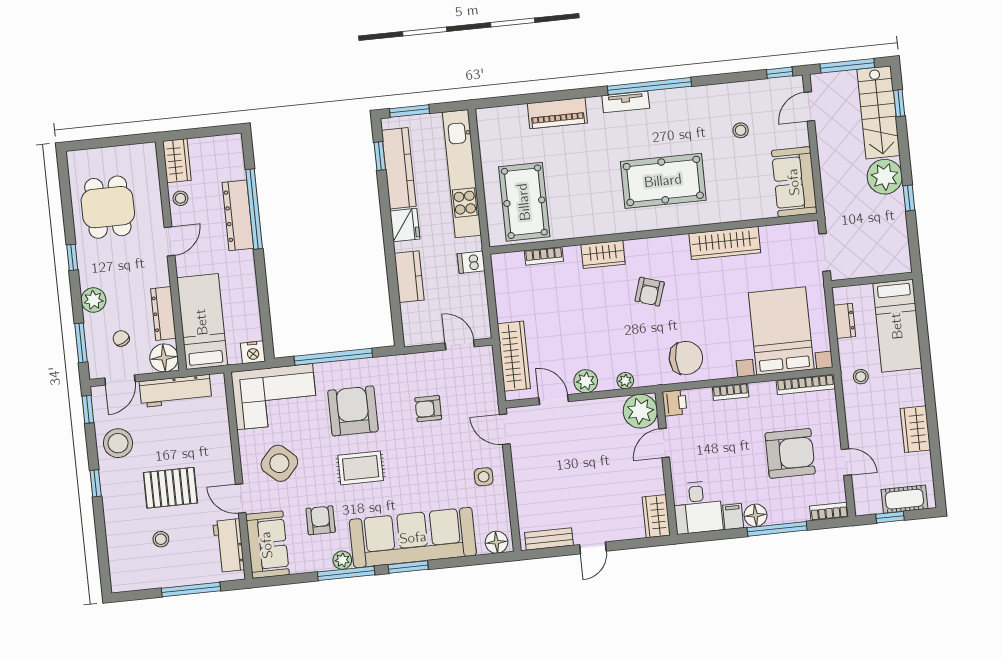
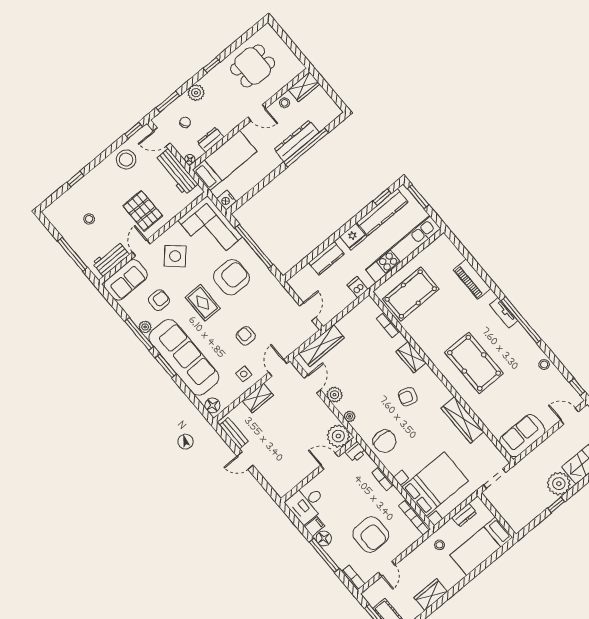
stool: (741, 130) -> (544, 365), moved
dresser: (163, 313) -> (211, 140), width x0.70
floor lamp: (164, 358) -> (190, 159), width x0.53, depth x0.53
armchair: (428, 409) -> (246, 336), moved
window: (96, 483) -> (75, 179), moved
pallet: (170, 488) -> (143, 211), moved
wardrobe: (656, 516) -> (258, 398), moved, turned 180

